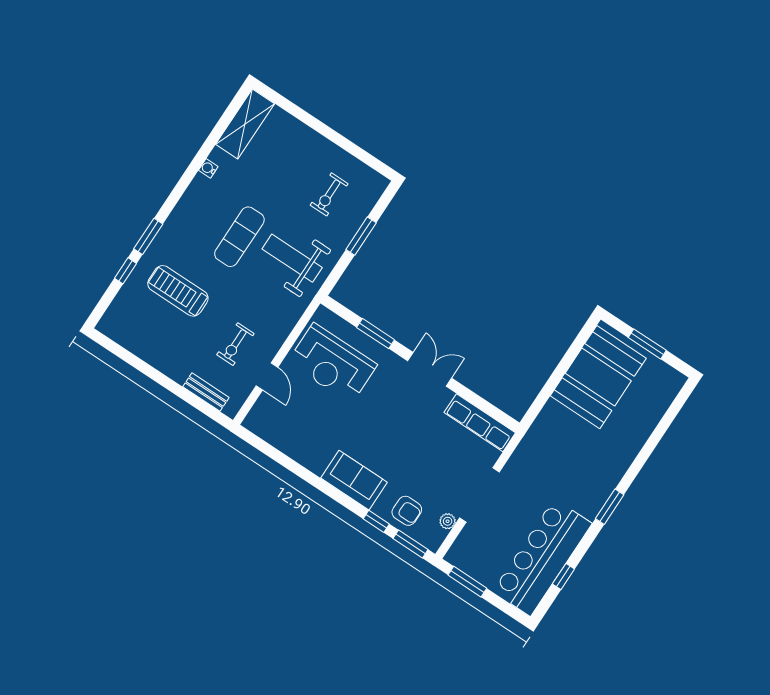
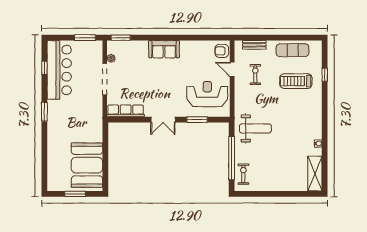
exercise bike: (329, 194) -> (243, 174), moved
window: (148, 236) -> (325, 96), removed
window: (361, 236) -> (232, 158), width x2.11
exercise mat: (239, 237) -> (293, 50), moved, turned 90
treadmill: (178, 291) -> (296, 81), turned 180
armchair: (407, 511) -> (222, 51), moved
window: (376, 521) -> (142, 38), removed

